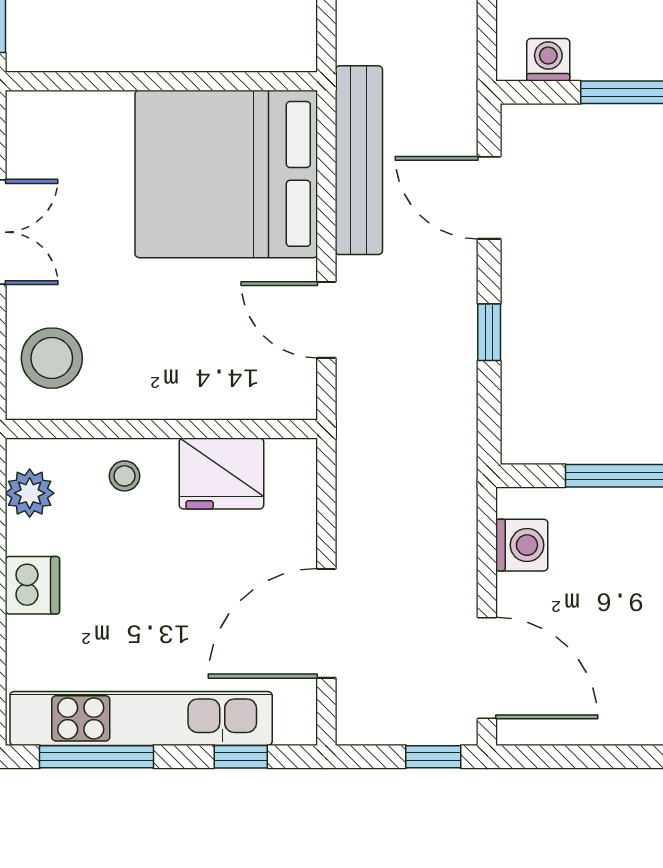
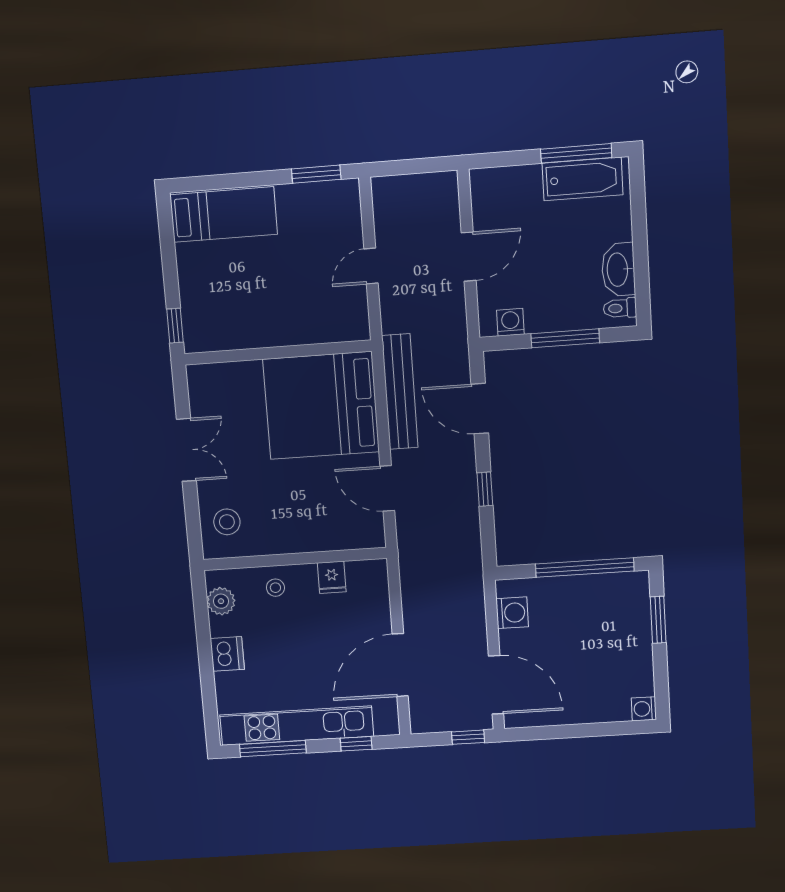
stool: (52, 358) -> (227, 522), width x0.73, depth x0.73
fridge: (221, 473) -> (332, 577), width x0.53, depth x0.75

